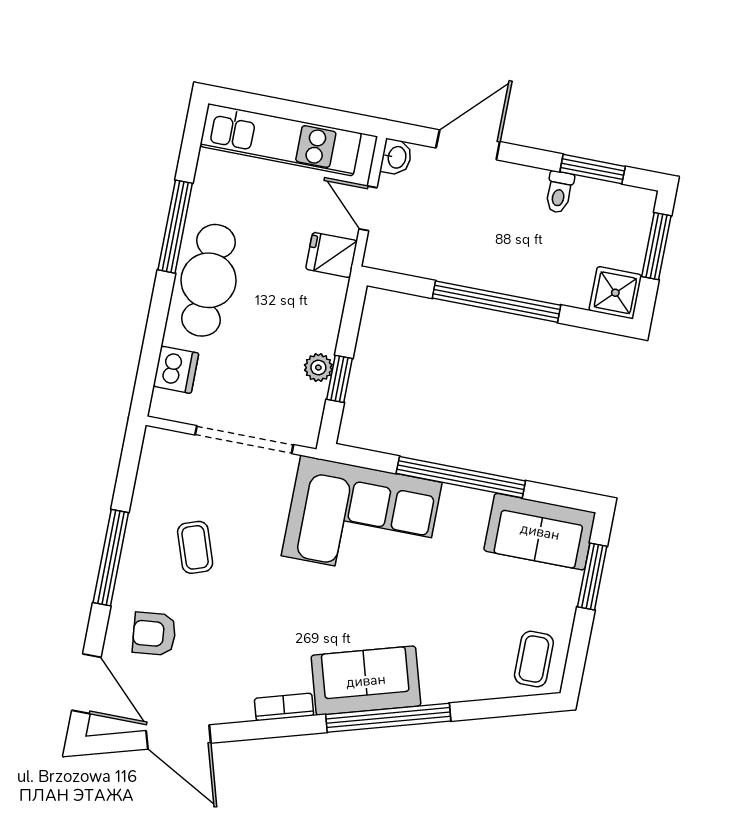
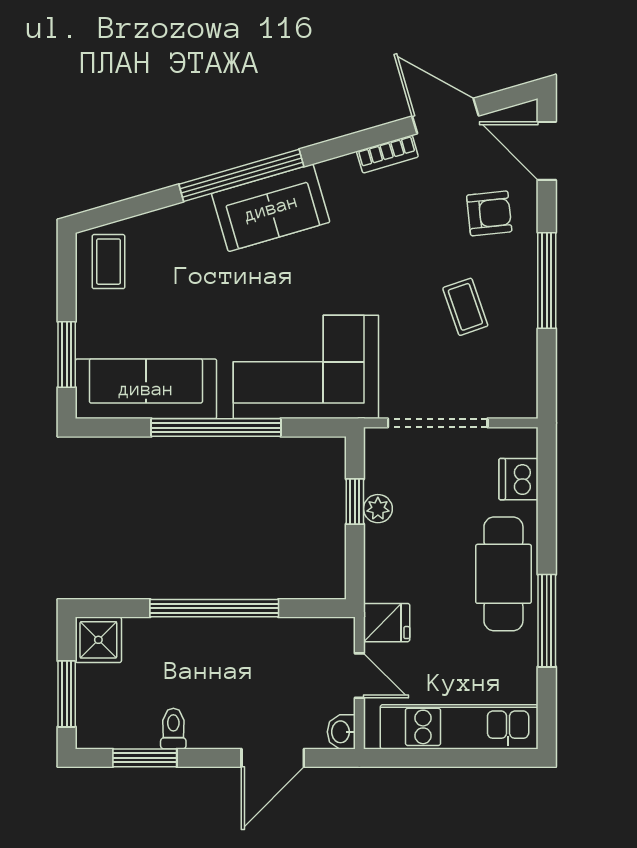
sofa: (540, 532) -> (146, 389), width x1.36
bookcase: (284, 707) -> (387, 154), moved

